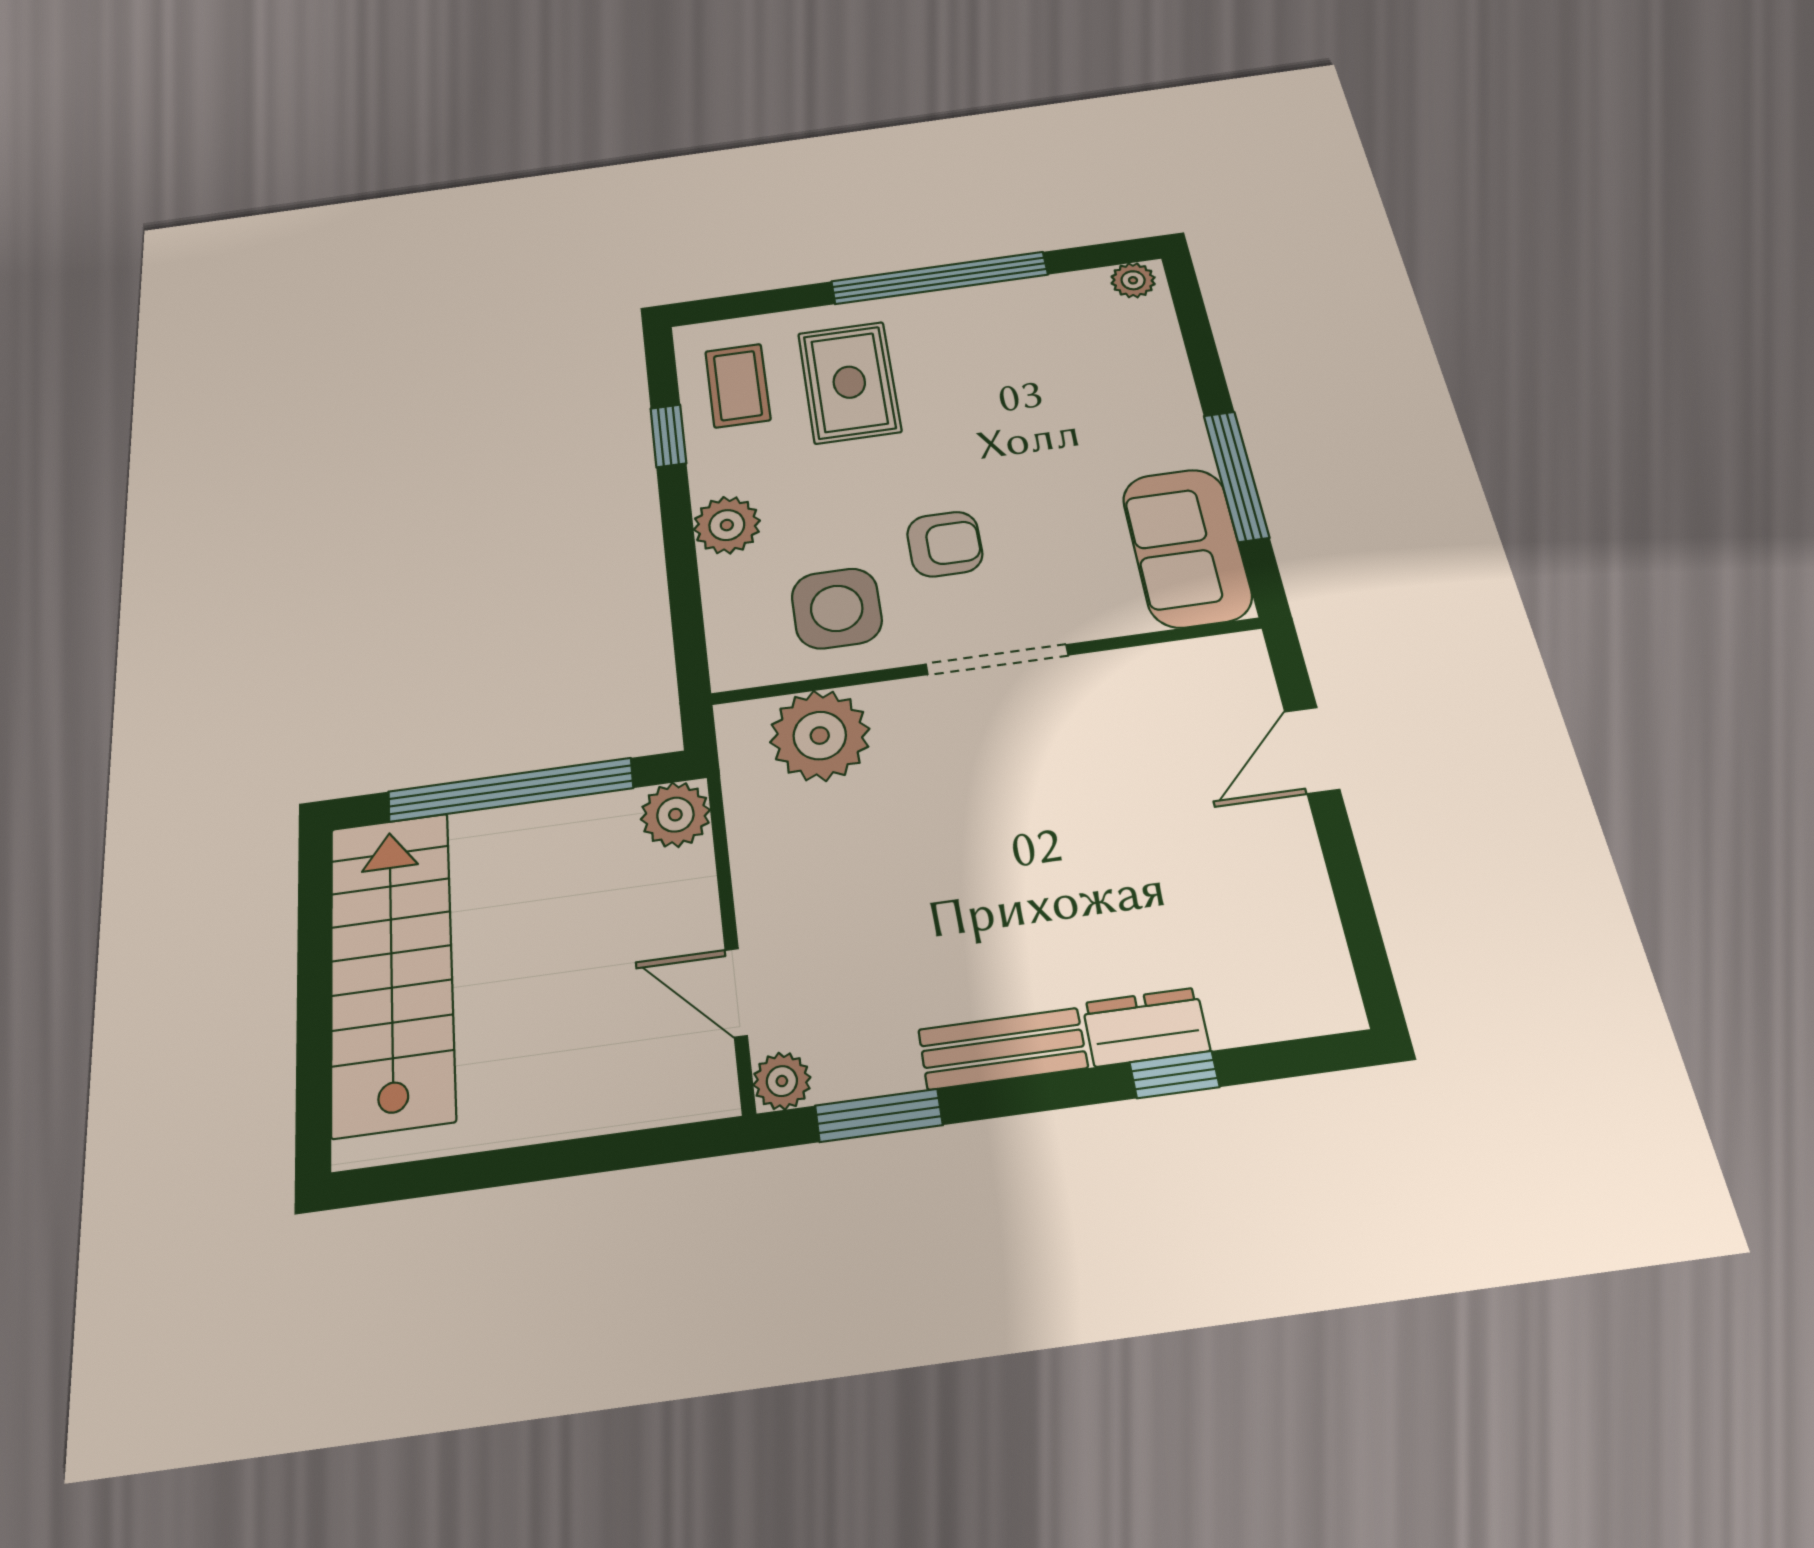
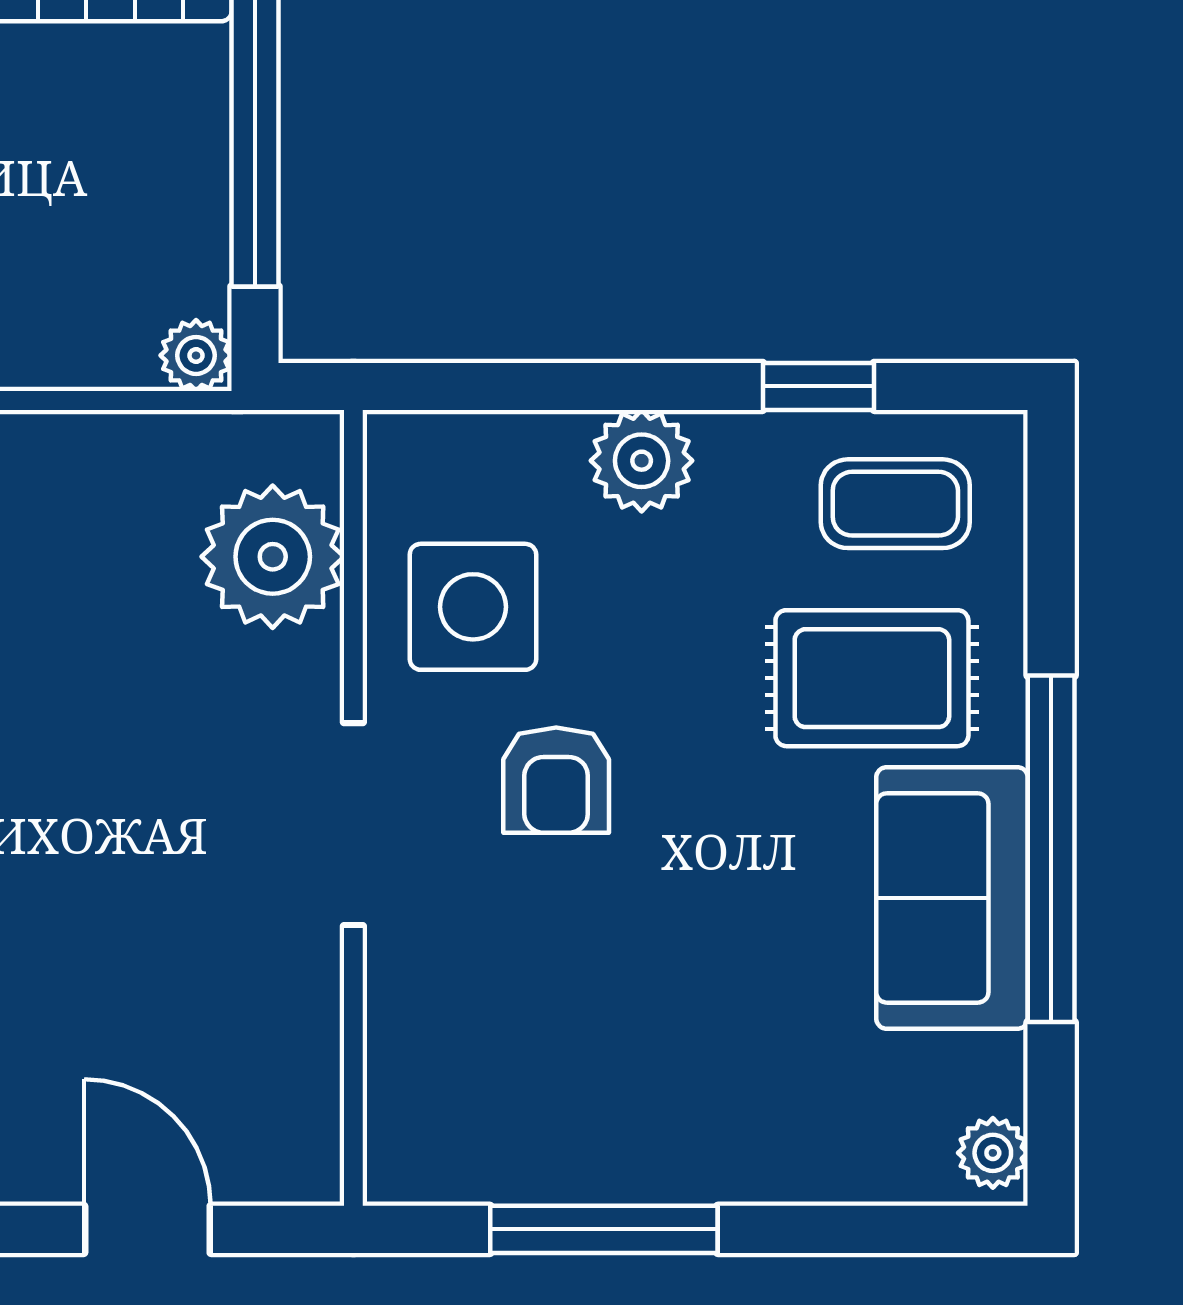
sofa: (1187, 547) -> (952, 898), moved, turned -90
plant: (675, 815) -> (196, 355), width x0.73, depth x0.73

